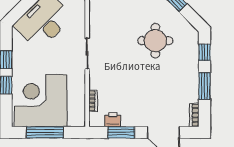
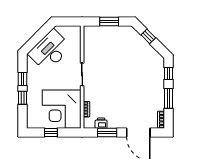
round table: (155, 41) -> (132, 65), removed
corner desk: (41, 101) -> (62, 109), moved, turned -90
window: (45, 132) -> (51, 133), width x0.46

